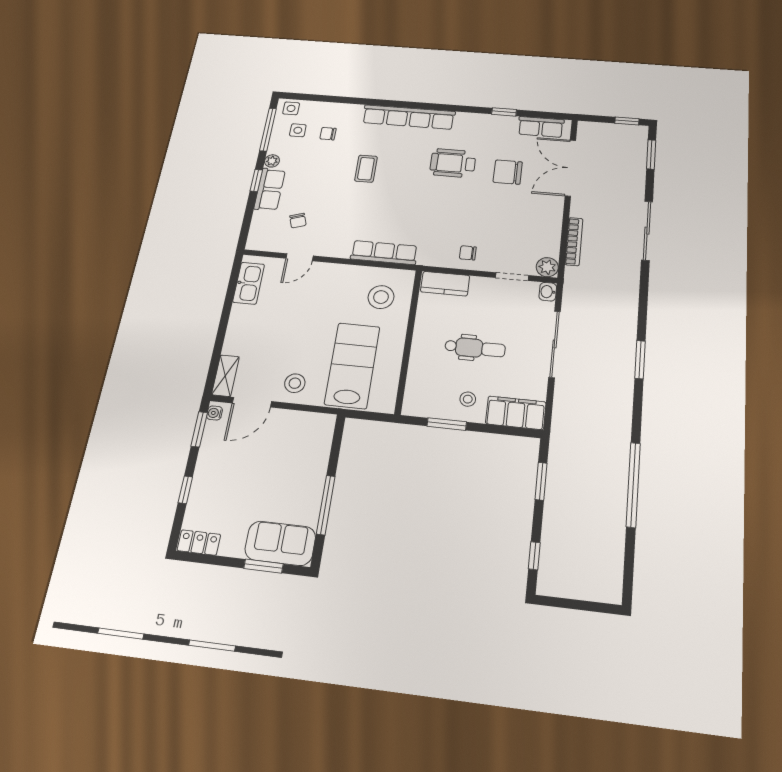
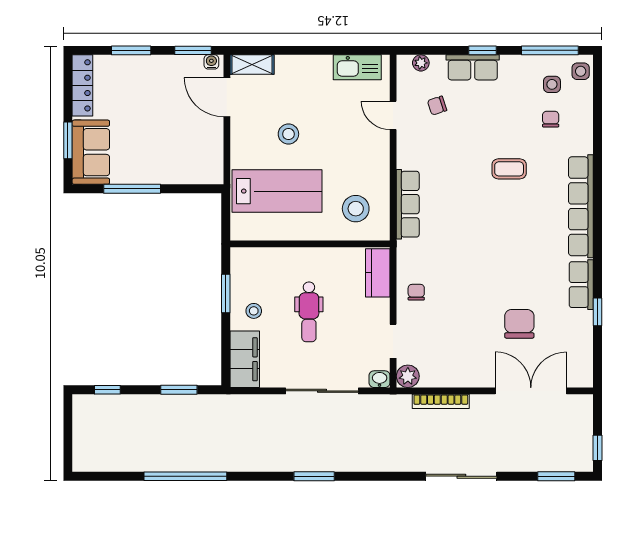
row of seats: (541, 127) -> (581, 285), moved
plant: (272, 161) -> (421, 63), moved
wheelchair: (453, 163) -> (525, 263), removed
stool: (295, 383) -> (288, 134), moved
window: (185, 490) -> (131, 50), width x1.50
locker: (199, 542) -> (82, 85), width x1.53

